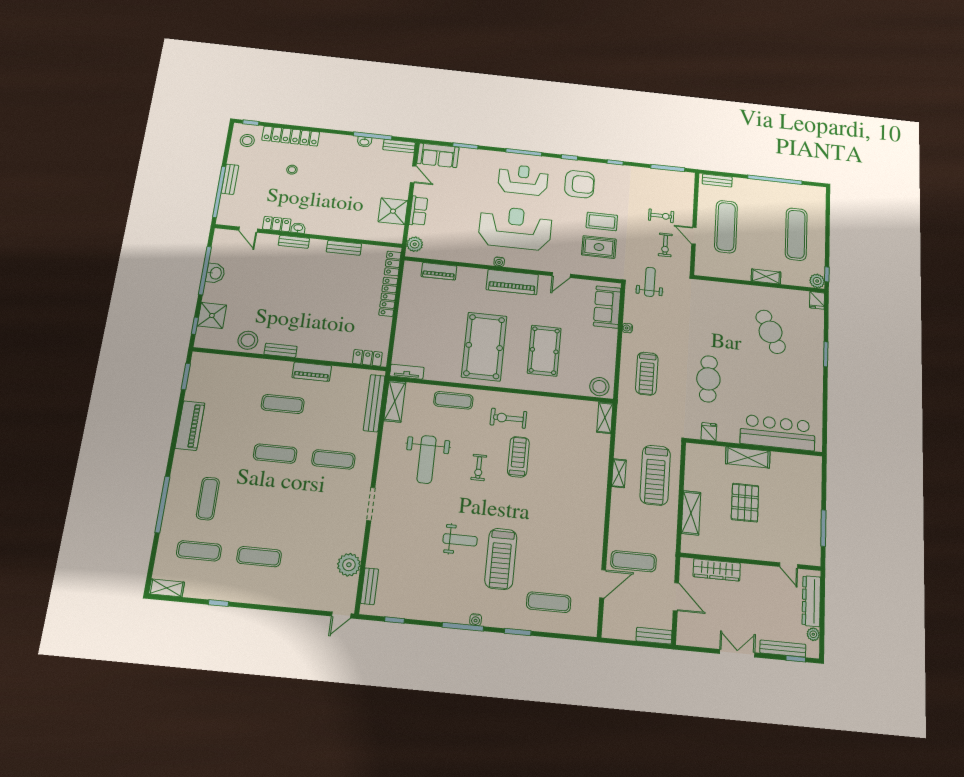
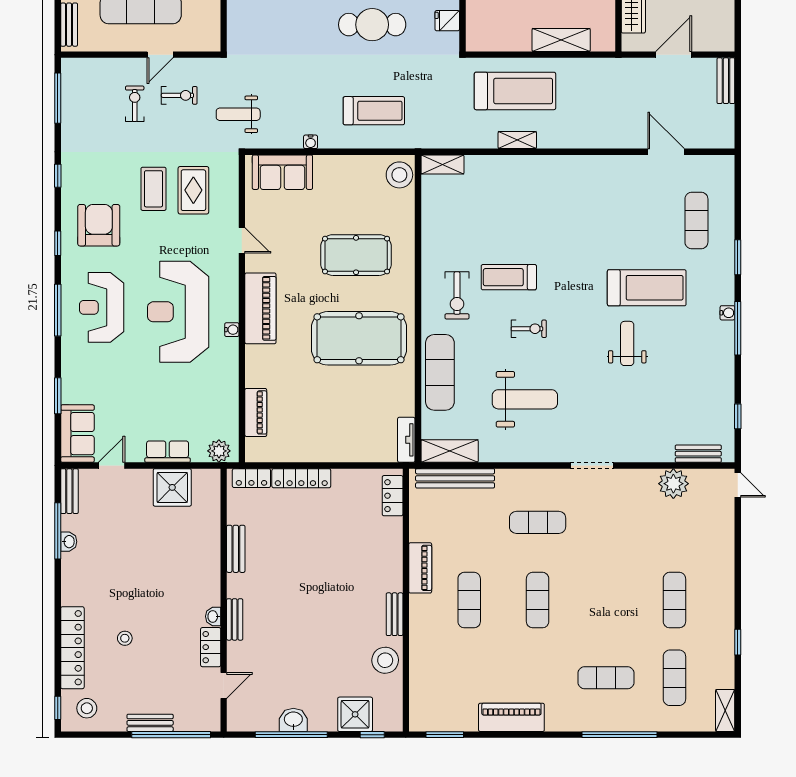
exercise mat: (453, 400) -> (440, 372), width x1.36, depth x1.45
exercise mat: (333, 459) -> (538, 522), turned 90
exercise mat: (633, 561) -> (633, 113), removed

